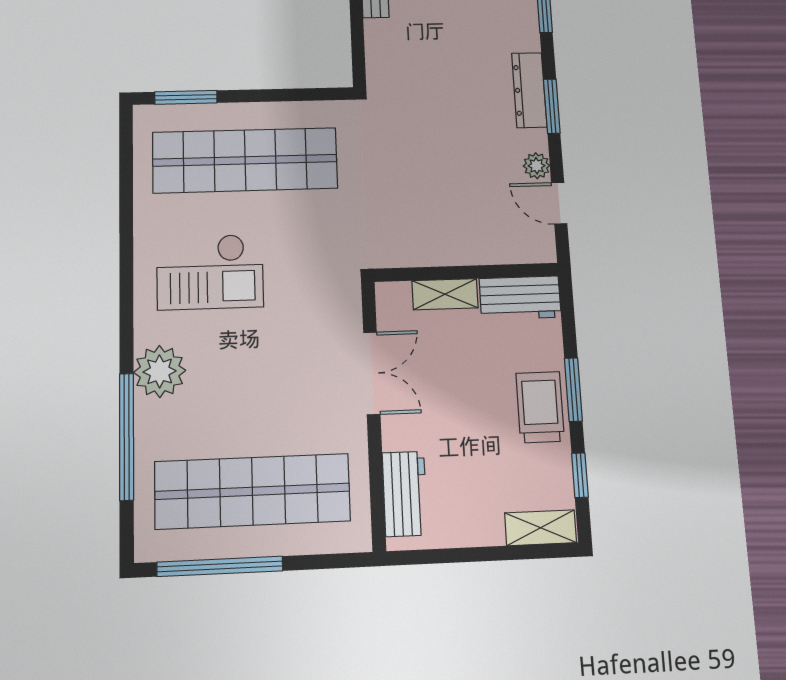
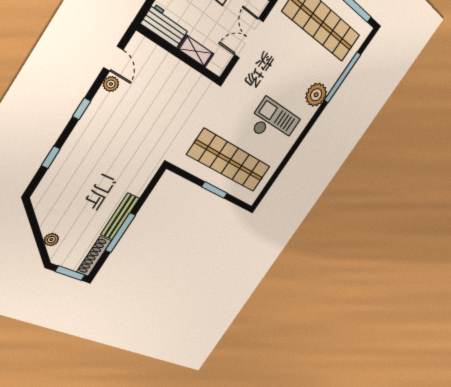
dresser: (529, 90) -> (87, 123), removed
window: (186, 97) -> (215, 190), moved
window: (552, 106) -> (82, 109), width x0.67

